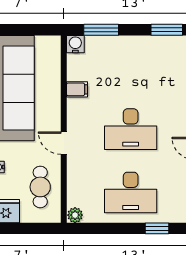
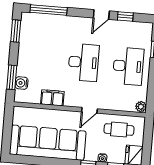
water cooler: (75, 44) -> (21, 83), moved
filing cabinet: (77, 89) -> (52, 98), width x2.00

